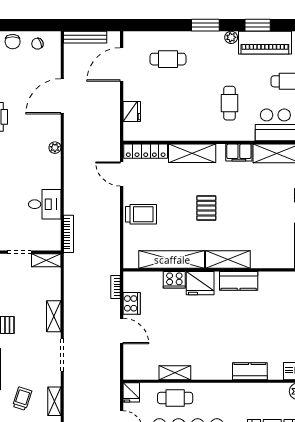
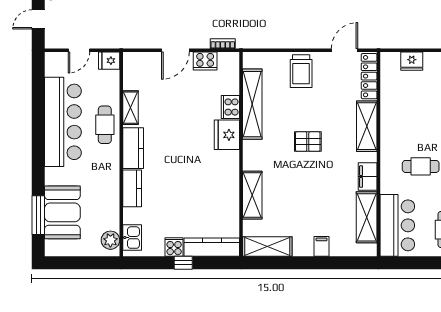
shelving: (228, 260) -> (252, 195), moved
kitchen counter: (239, 281) -> (133, 148), moved, turned 180
cafe table: (175, 398) -> (105, 125), moved

